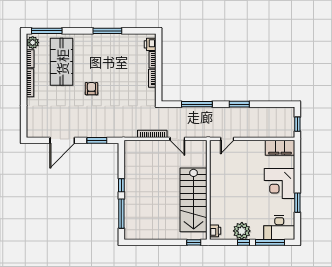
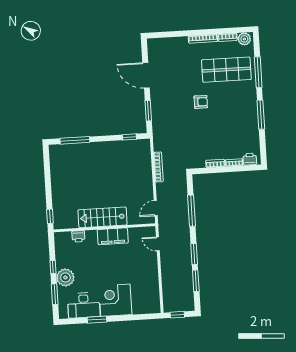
window: (47, 31) -> (258, 72), moved
window: (265, 104) -> (196, 281), added
door: (177, 139) -> (156, 208), moved
filing cabinet: (280, 148) -> (113, 236), moved, turned -90
window: (121, 185) -> (129, 137), moved
stairs: (194, 200) -> (103, 217), width x0.73, depth x0.66
desk: (279, 228) -> (84, 305), moved, turned -90
printer: (215, 231) -> (78, 236), moved
plant: (242, 231) -> (65, 277), moved
window: (270, 242) -> (55, 294), width x0.69

